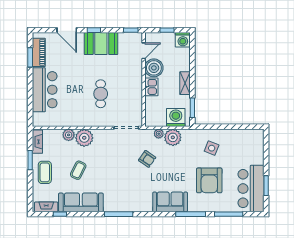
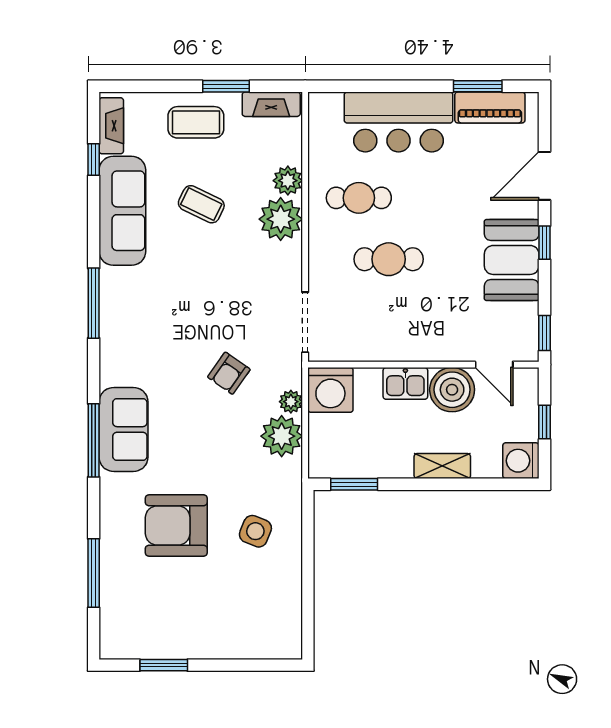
shelving: (185, 83) -> (442, 466), moved
cafe table: (76, 106) -> (359, 198), added
washing machine: (176, 117) -> (330, 390), moved, turned 90
bar counter: (251, 189) -> (156, 628), removed
window: (191, 214) -> (94, 440), moved

